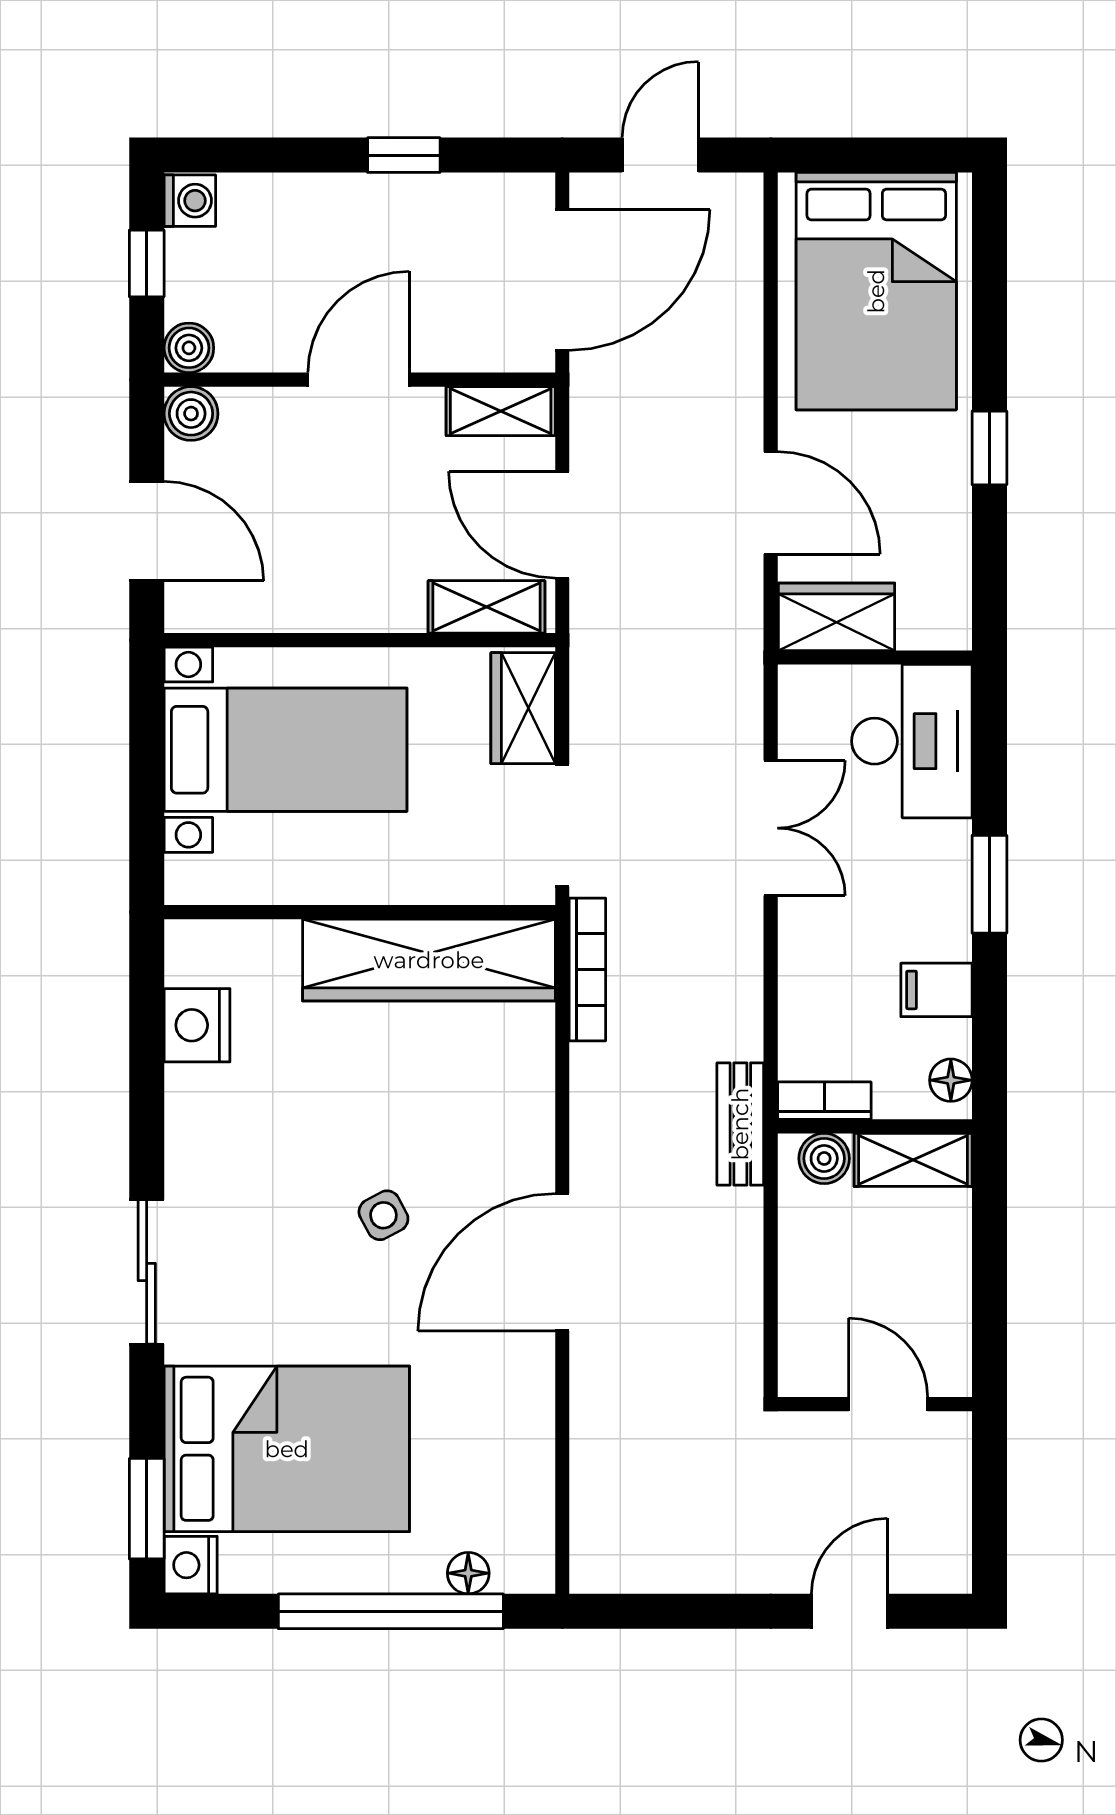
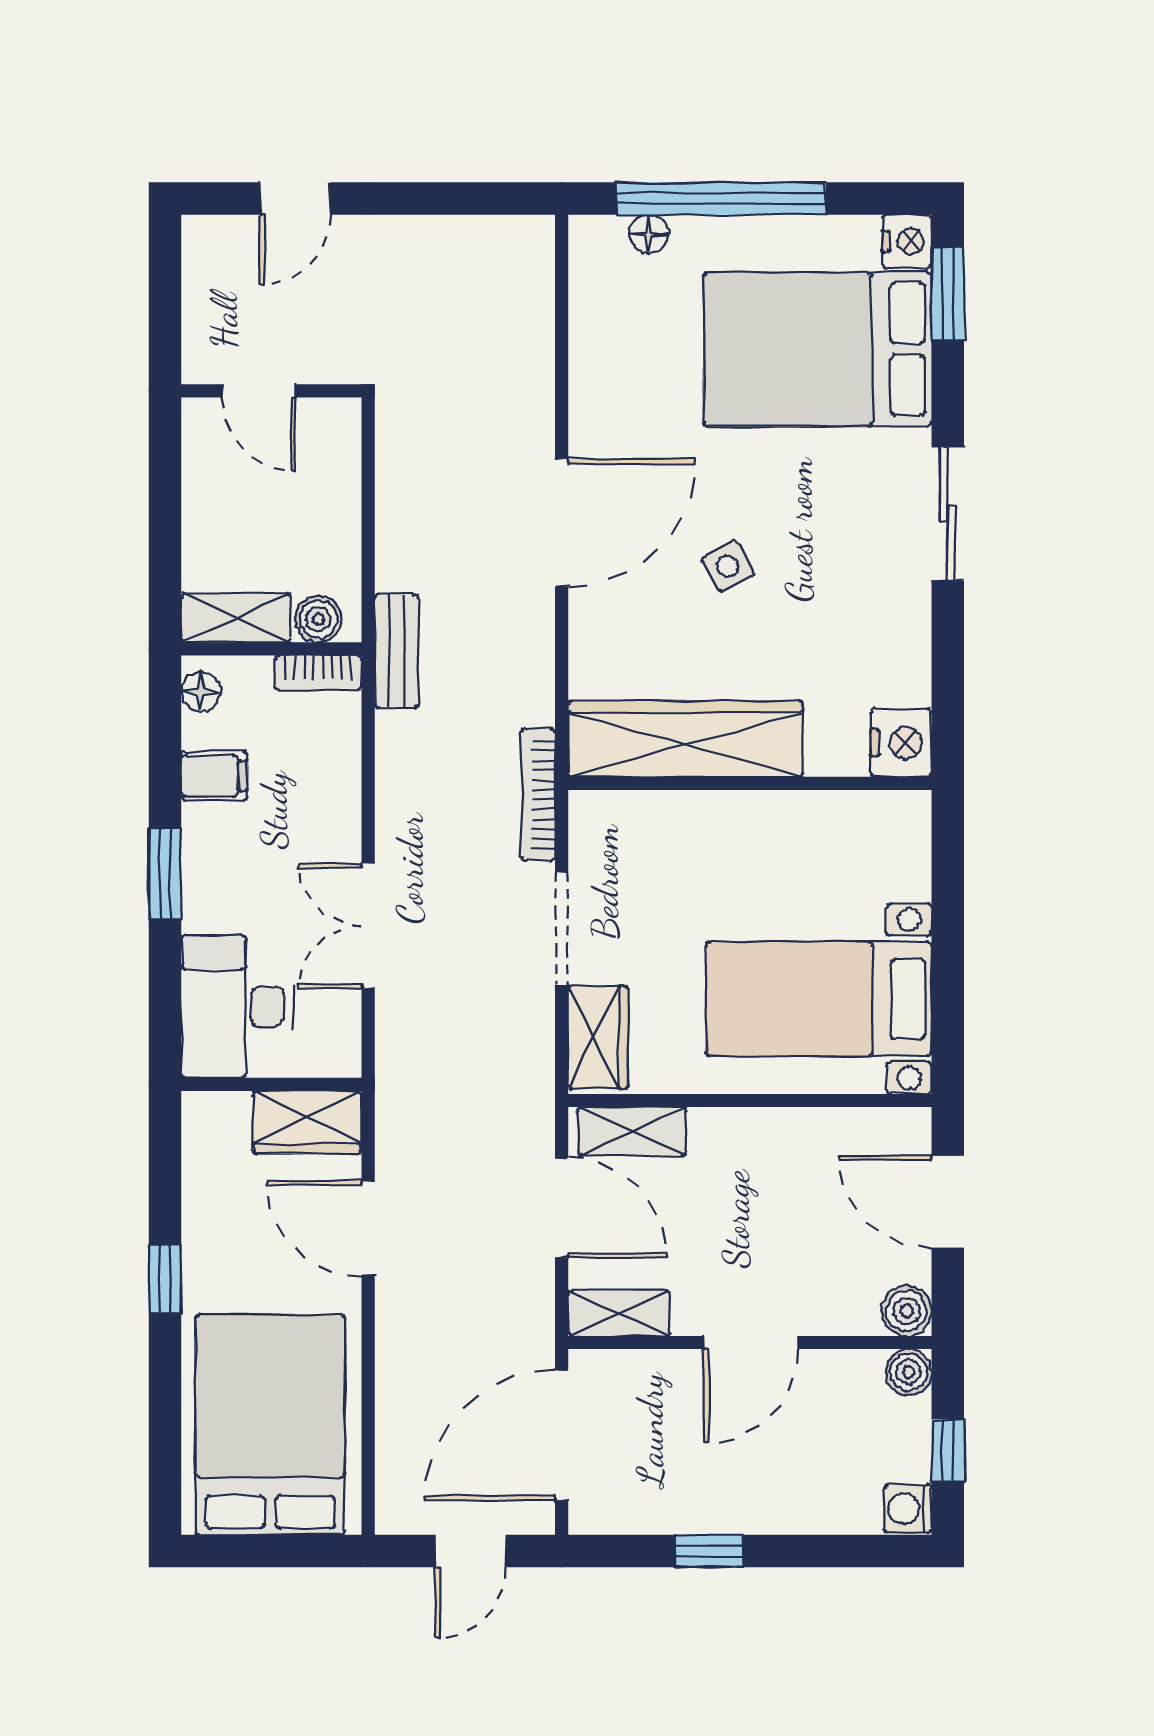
wall: (360, 912) -> (750, 783), moved
wardrobe: (429, 960) -> (686, 739), moved

